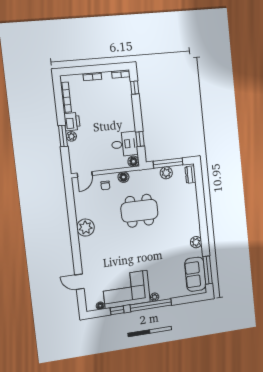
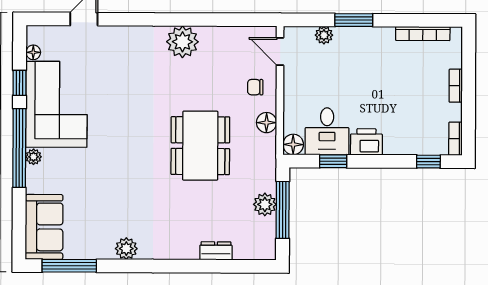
printer: (72, 122) -> (366, 142), moved, turned 180
plant: (71, 136) -> (324, 35), moved
dresser: (190, 175) -> (216, 251), moved
sofa: (195, 274) -> (44, 227), moved, turned 90

